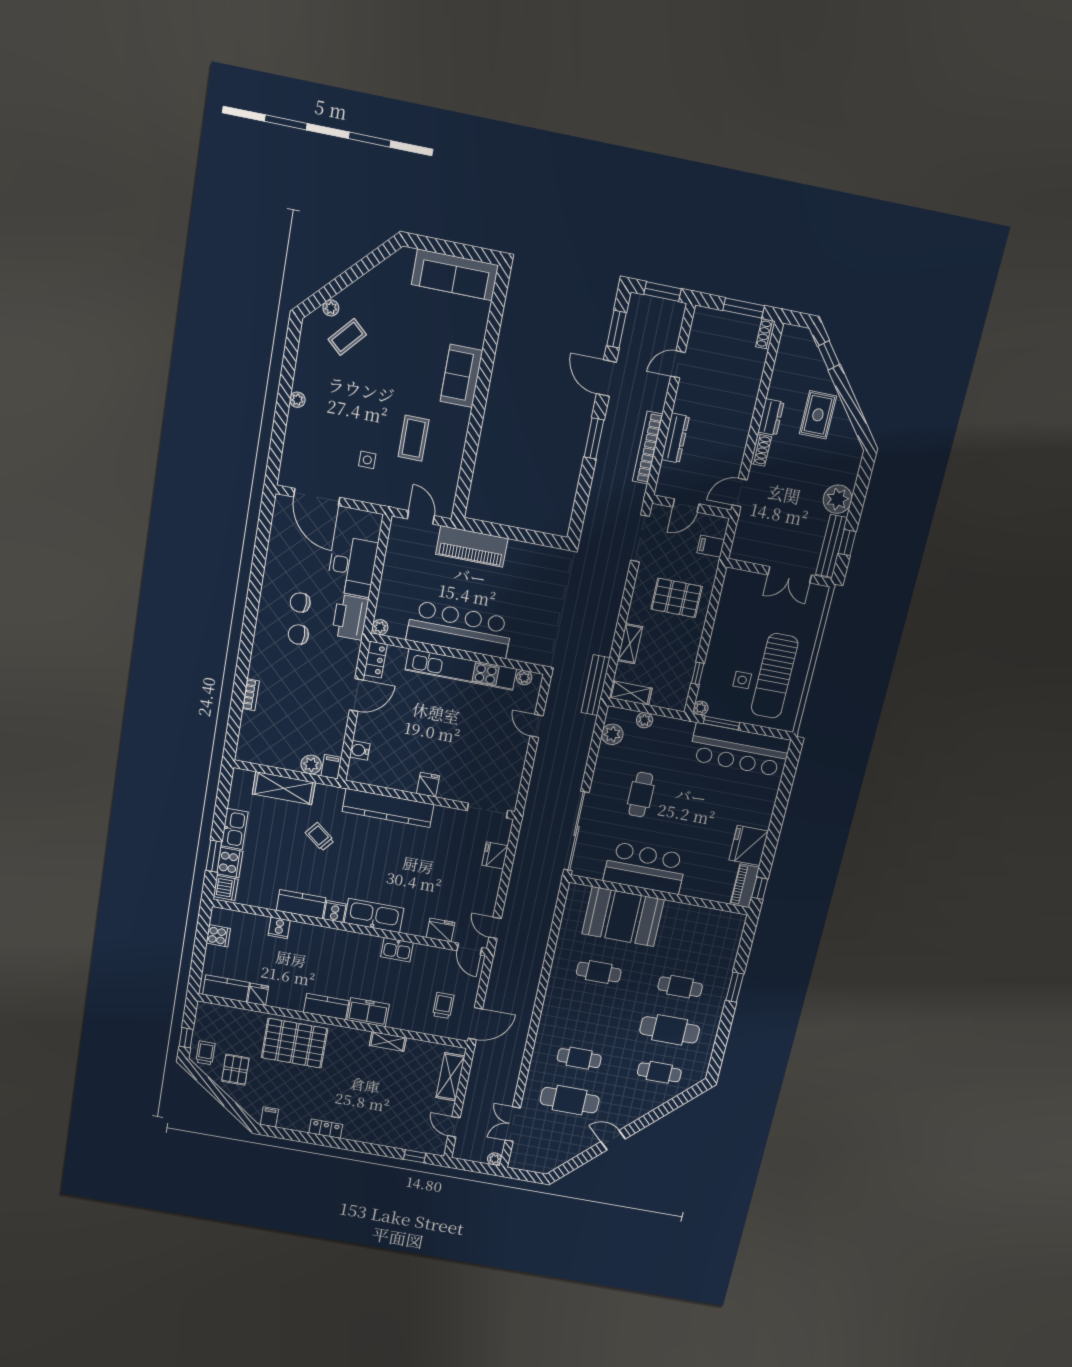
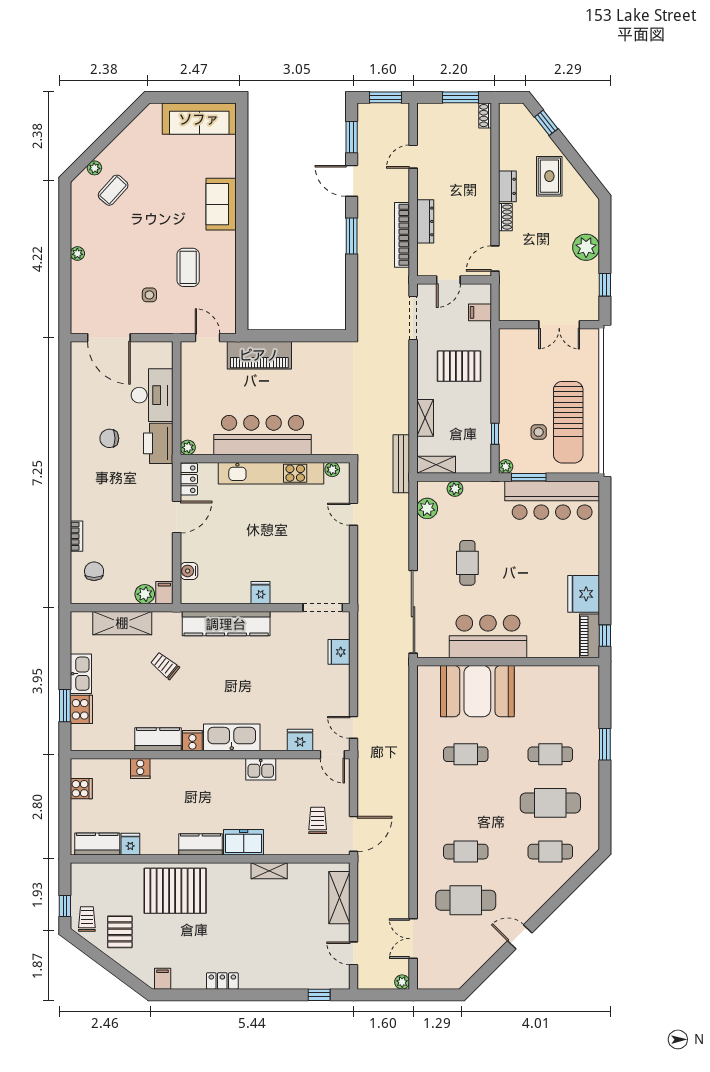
bench: (831, 546) -> (591, 291), removed
chair: (298, 634) -> (94, 571), moved, turned 90
dishwasher: (226, 888) -> (81, 737), removed

